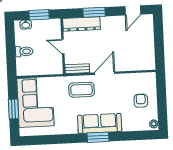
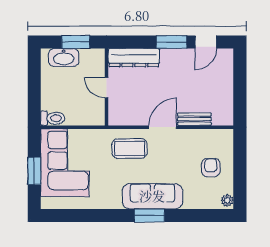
window: (94, 12) -> (171, 42), moved
washbasin: (26, 25) -> (64, 58), width x1.91, depth x1.45
toilet: (24, 51) -> (53, 118), moved
bench: (77, 69) -> (194, 119), moved

